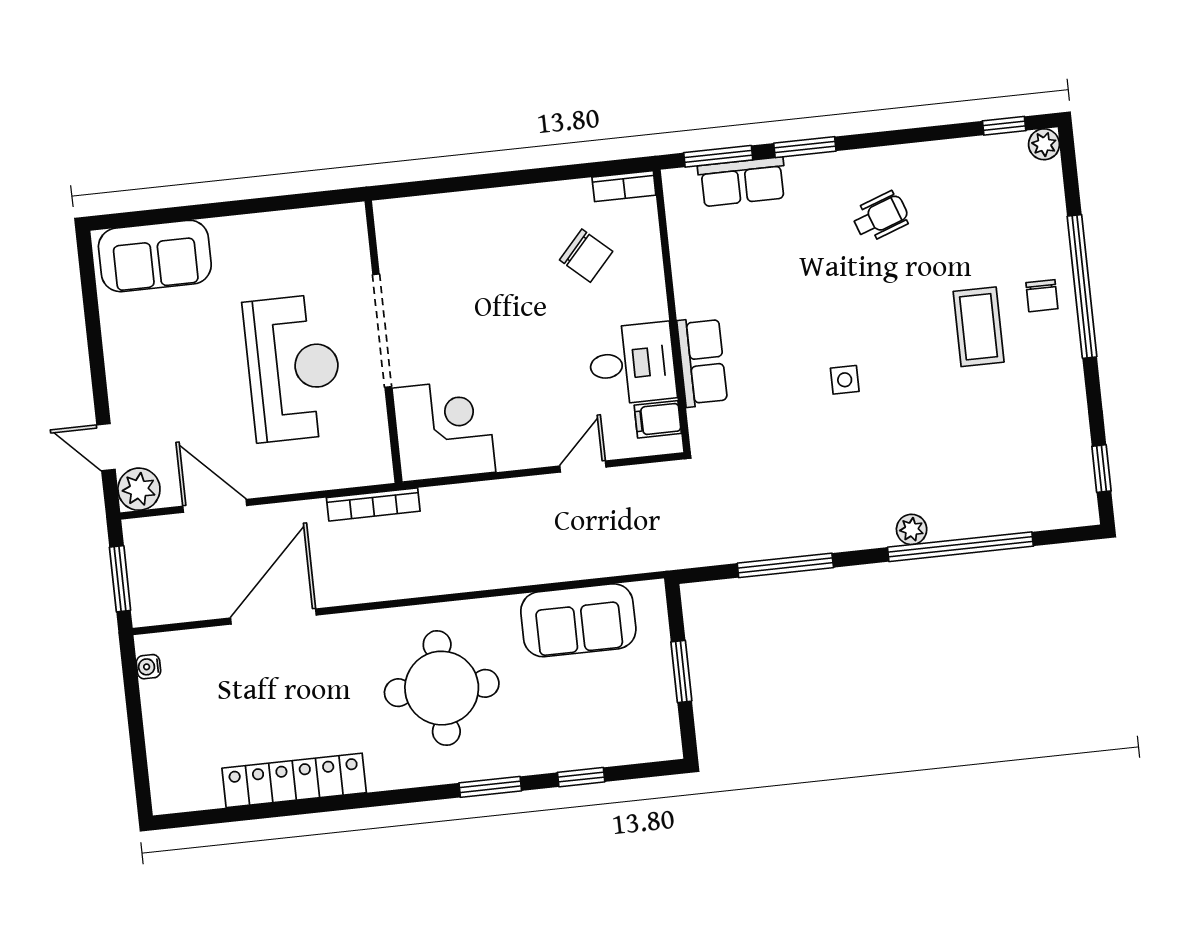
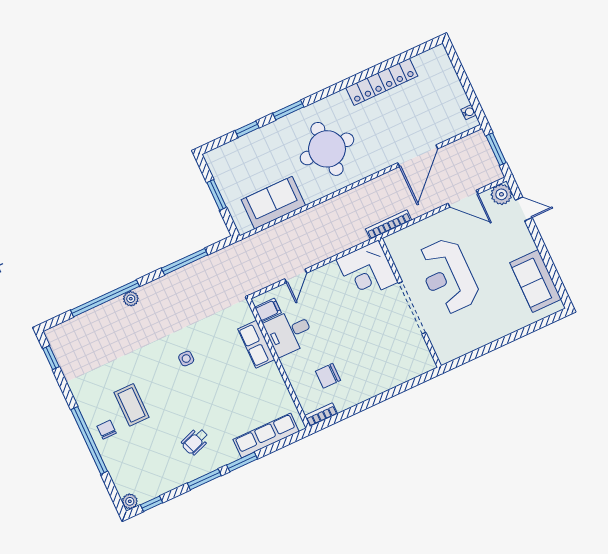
window: (718, 156) -> (204, 479), moved
row of seats: (742, 182) -> (266, 436), width x1.48
sofa: (155, 256) -> (536, 281), moved, turned -90
chair: (586, 256) -> (328, 376), turned -42

